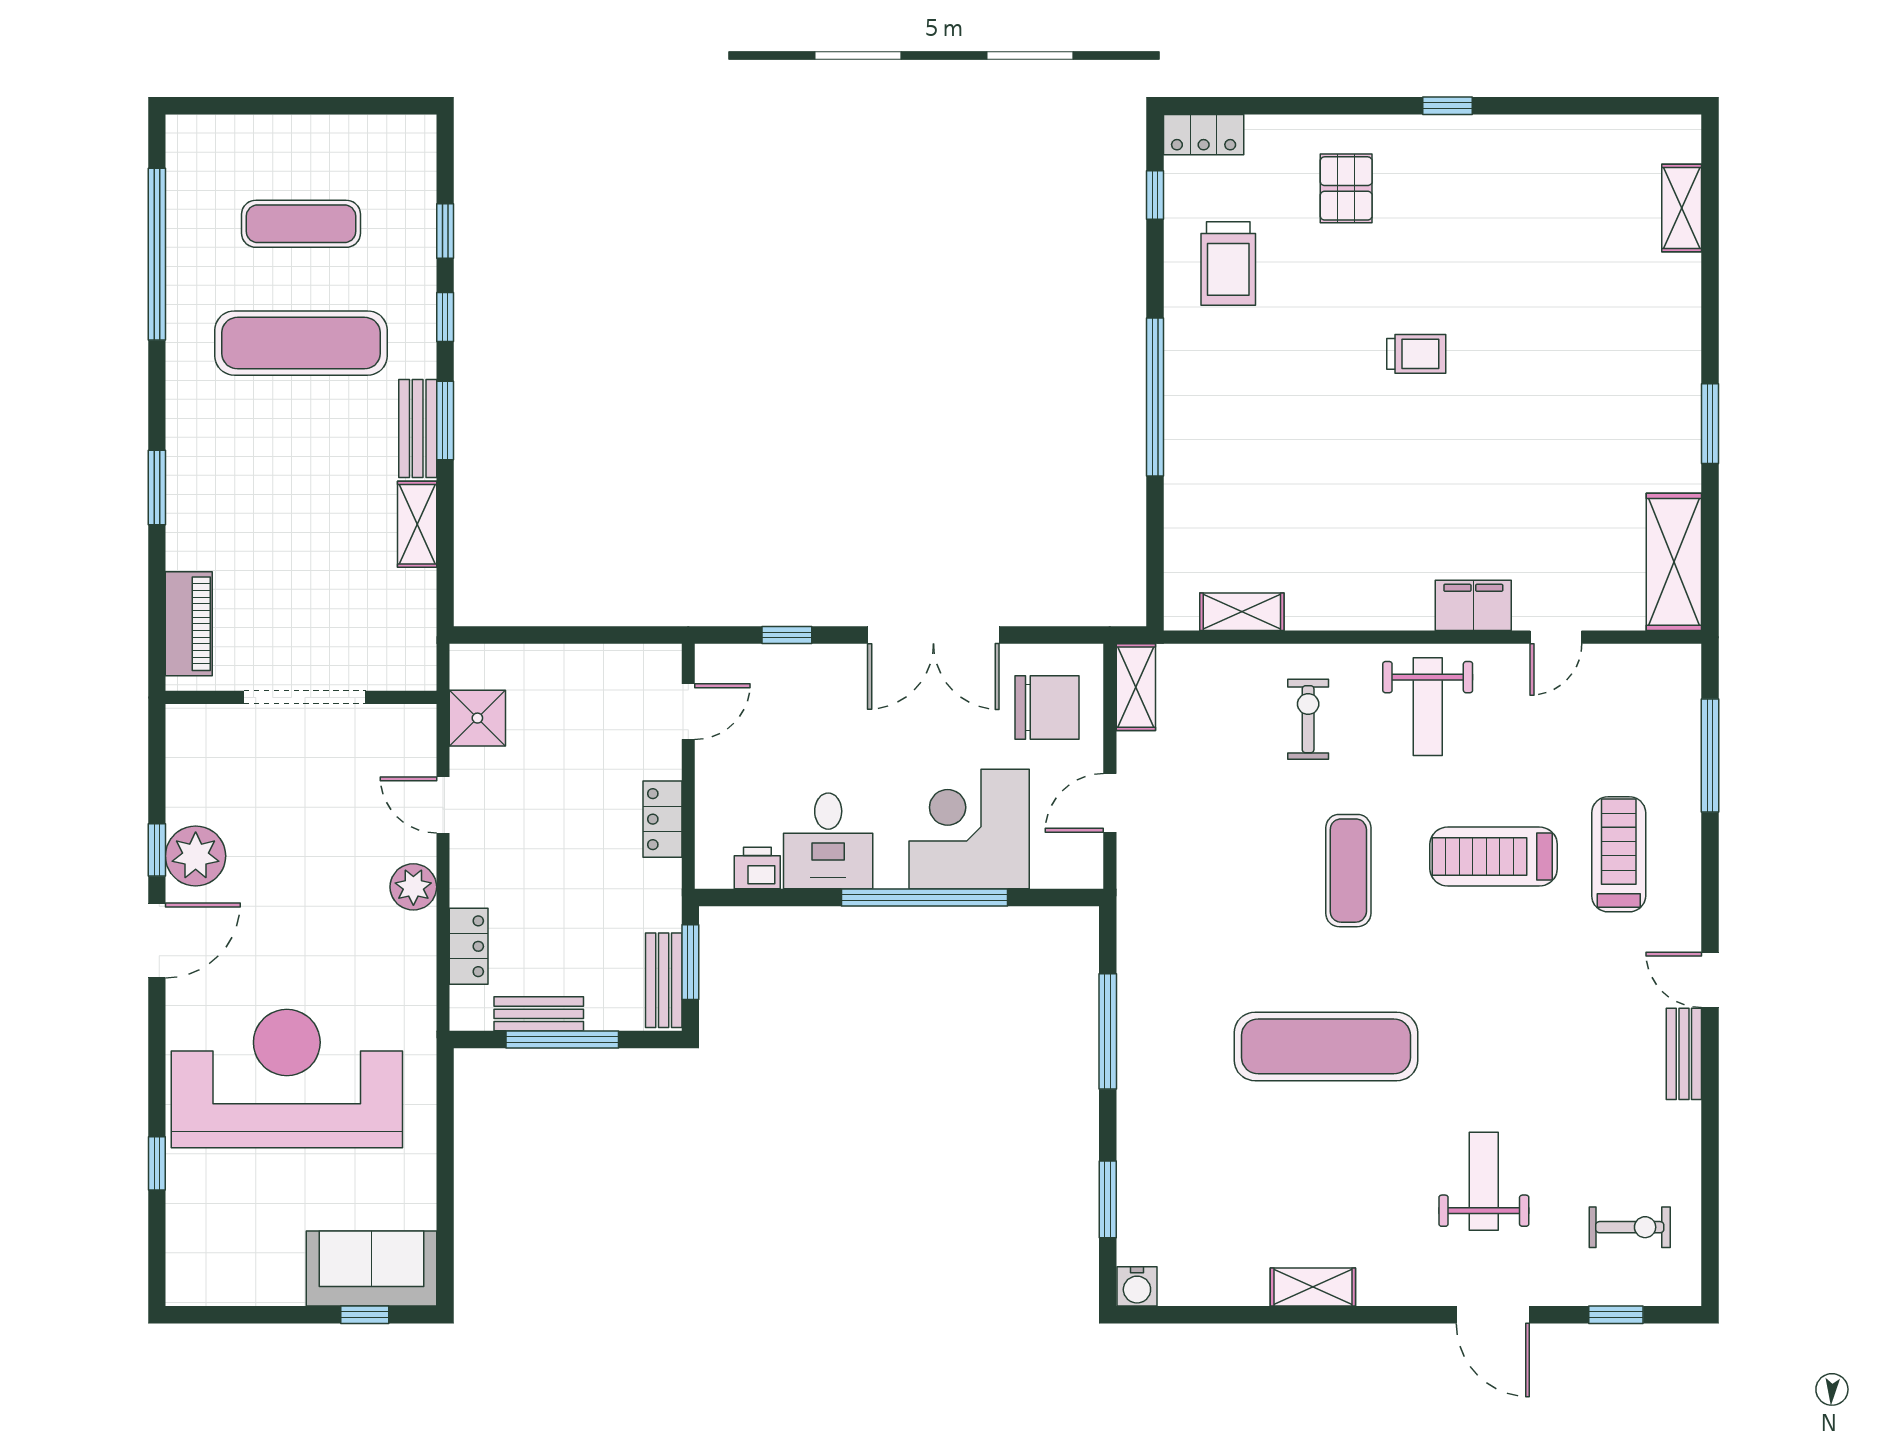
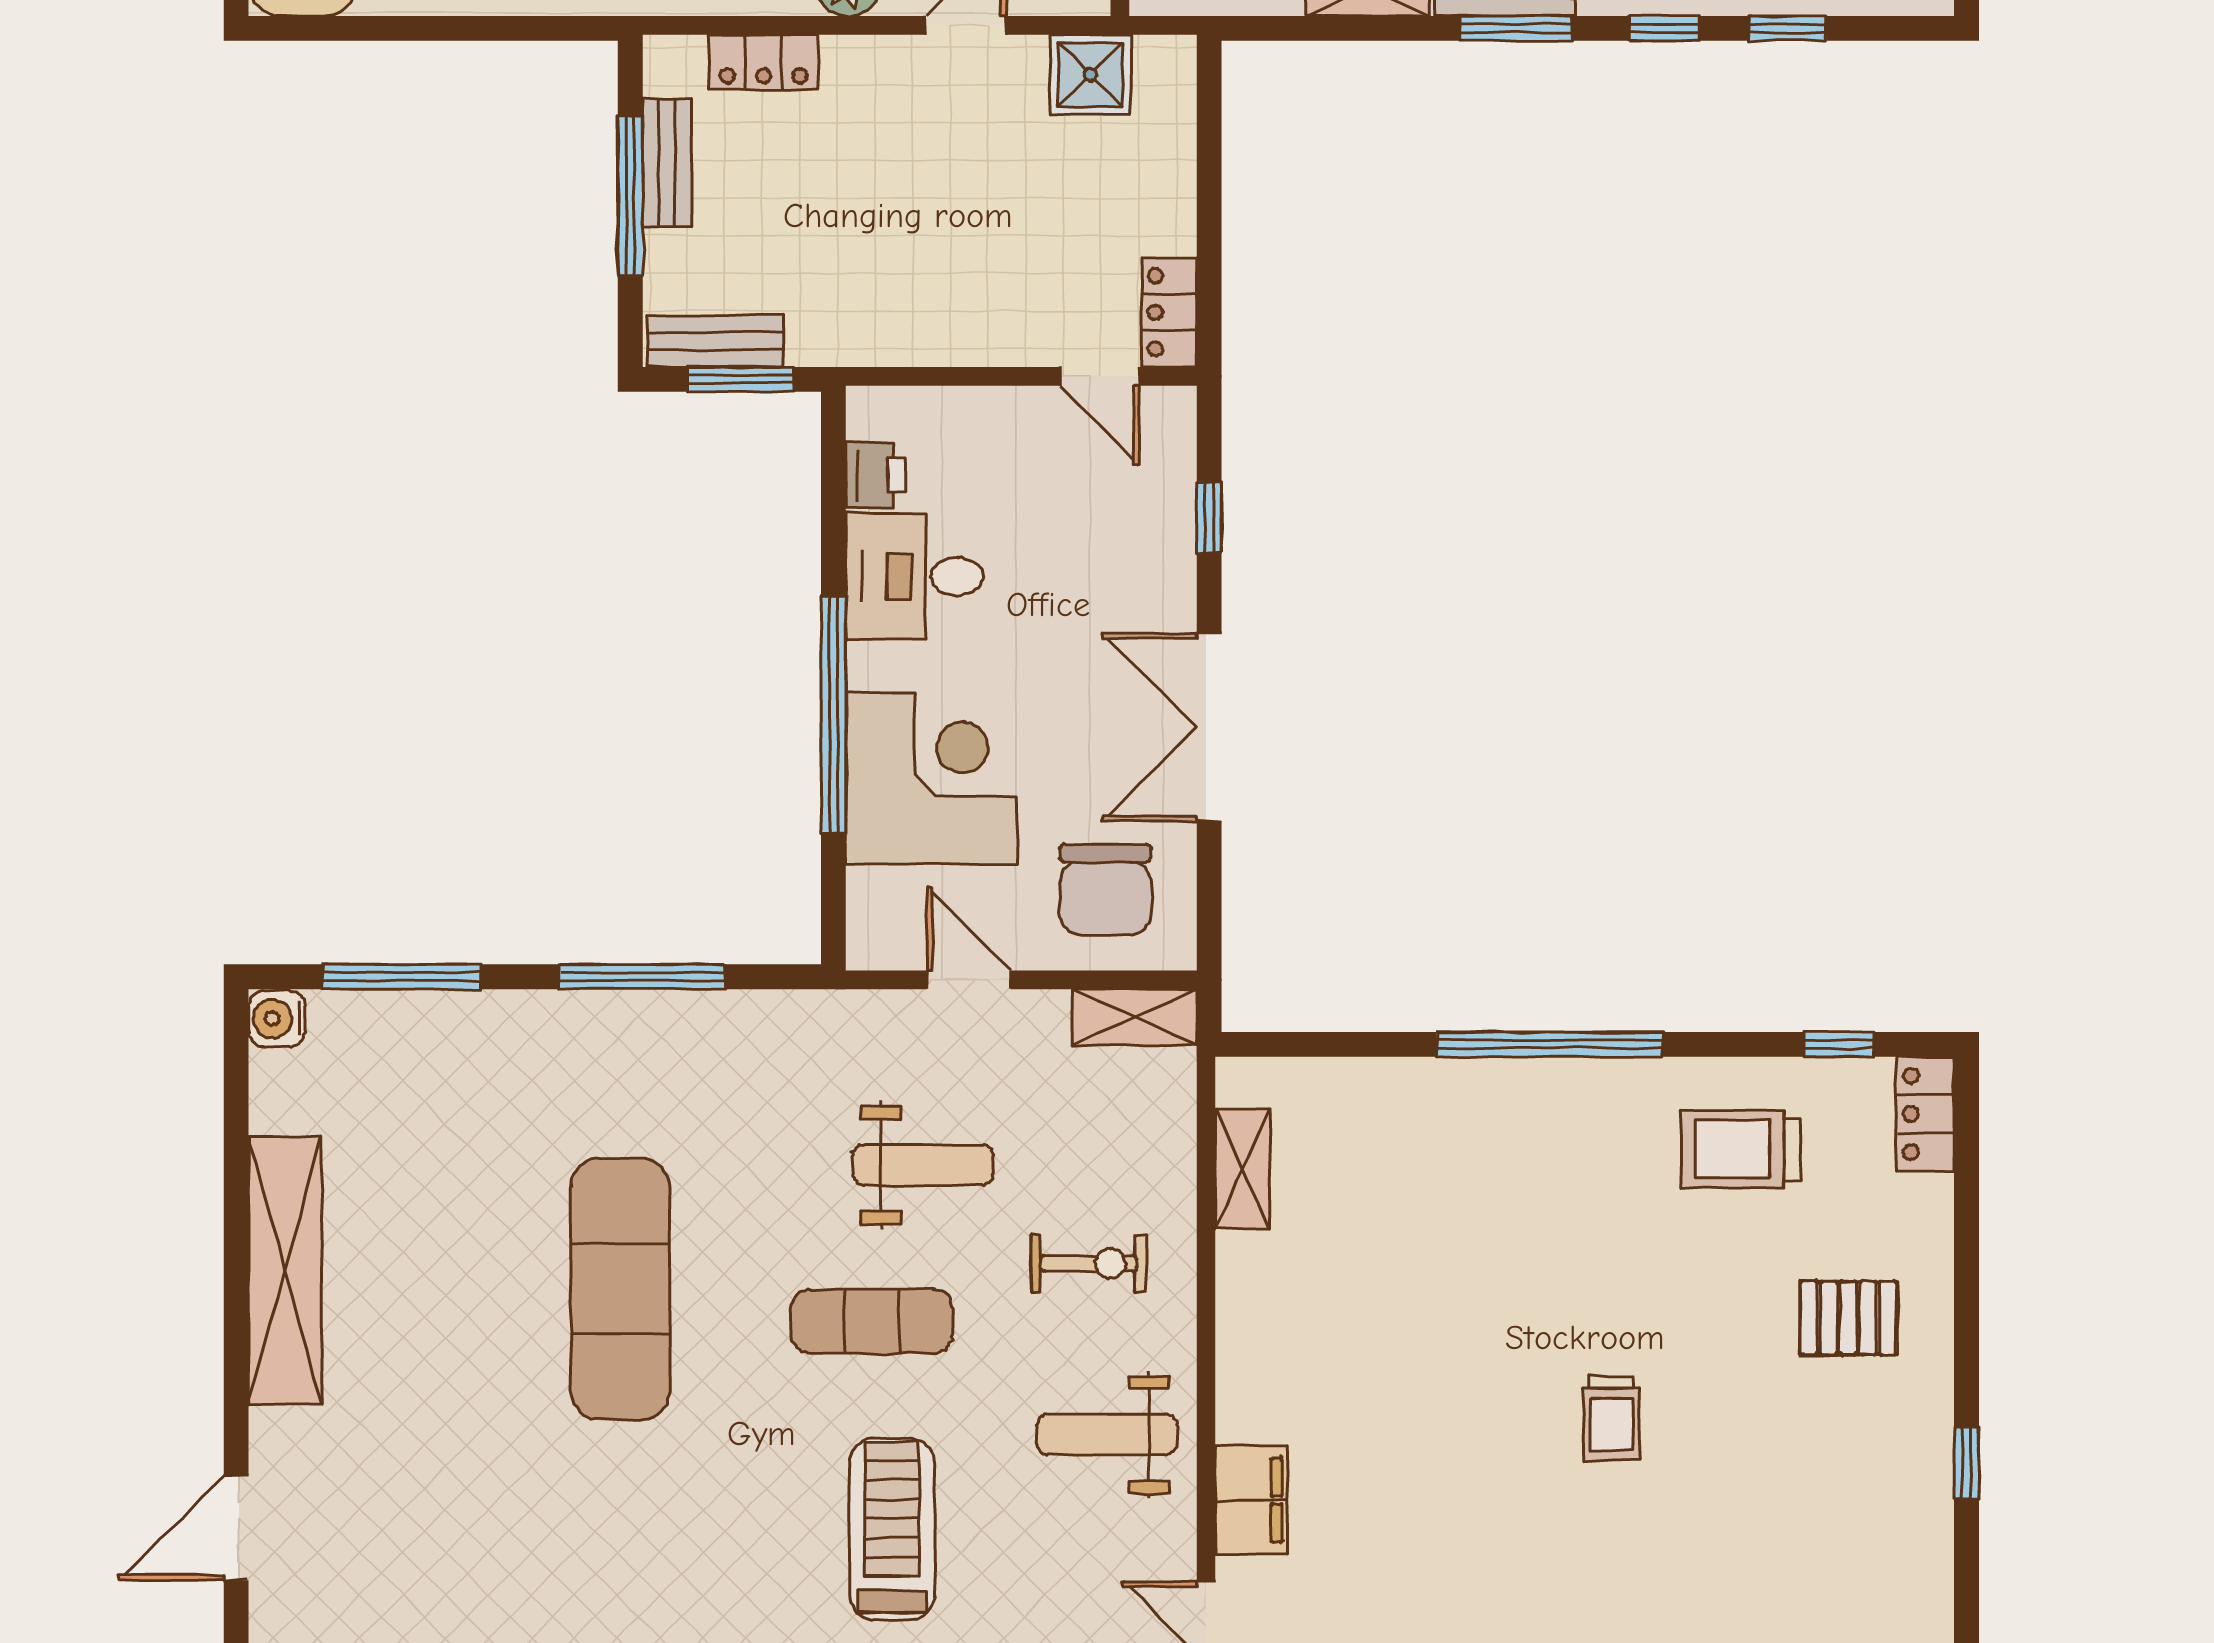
locker: (662, 819) -> (1169, 312), moved, turned -90
weight bench: (1484, 1181) -> (923, 1165), moved
window: (1108, 1199) -> (401, 977), width x1.44
shelving: (1313, 1287) -> (285, 1270), width x2.20, depth x1.33

